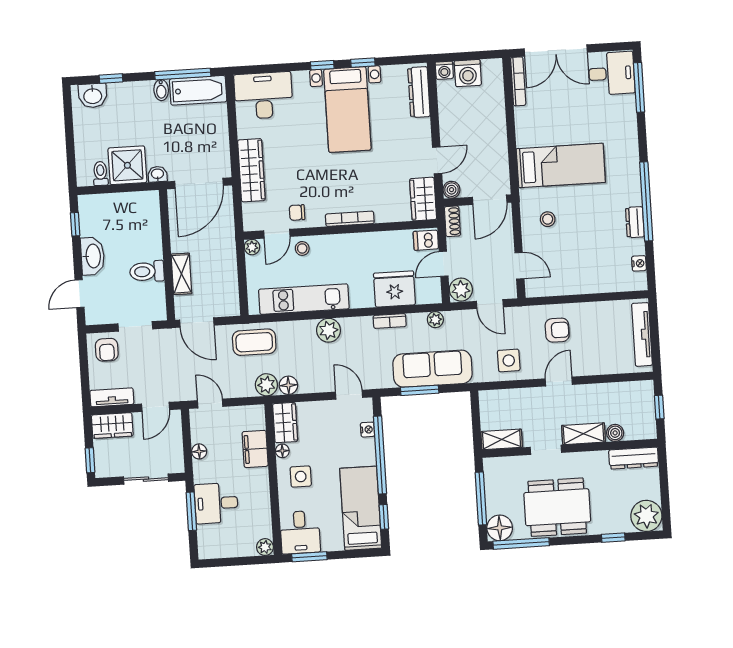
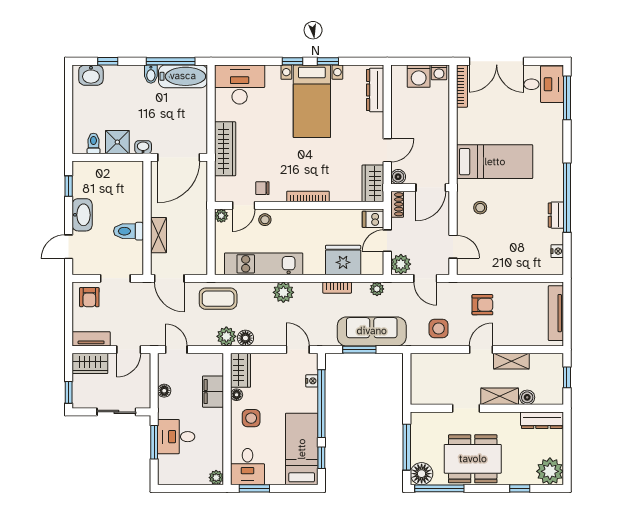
washing machine: (444, 70) -> (439, 72), moved
shower: (127, 165) -> (117, 142), width x0.73, depth x0.73
shelving: (502, 439) -> (511, 361), moved

